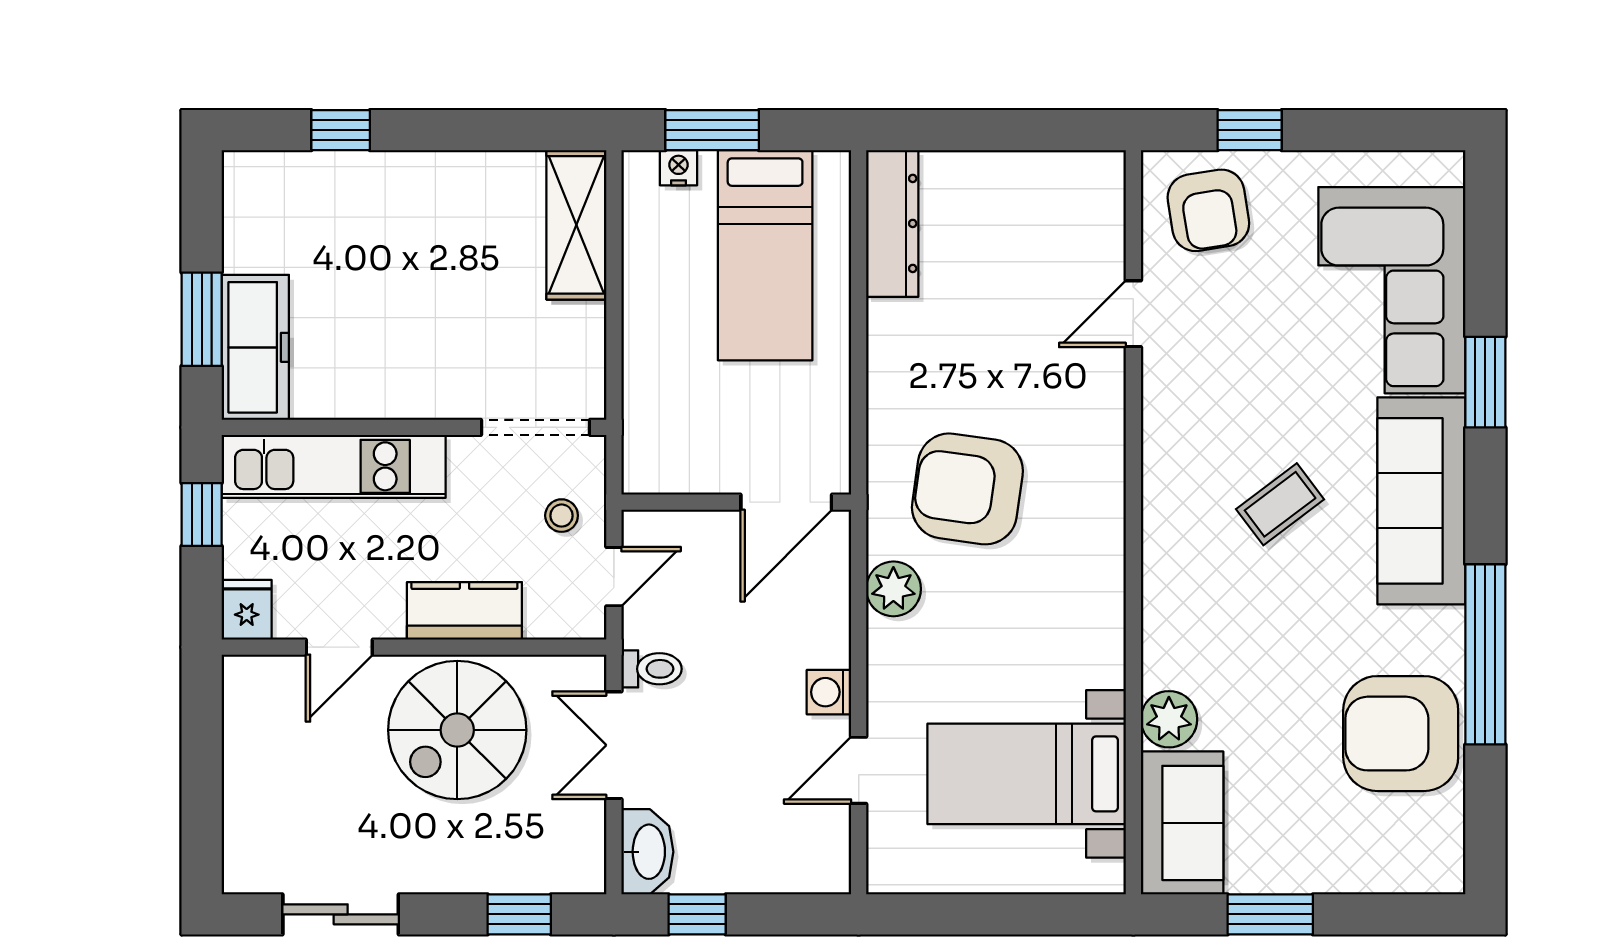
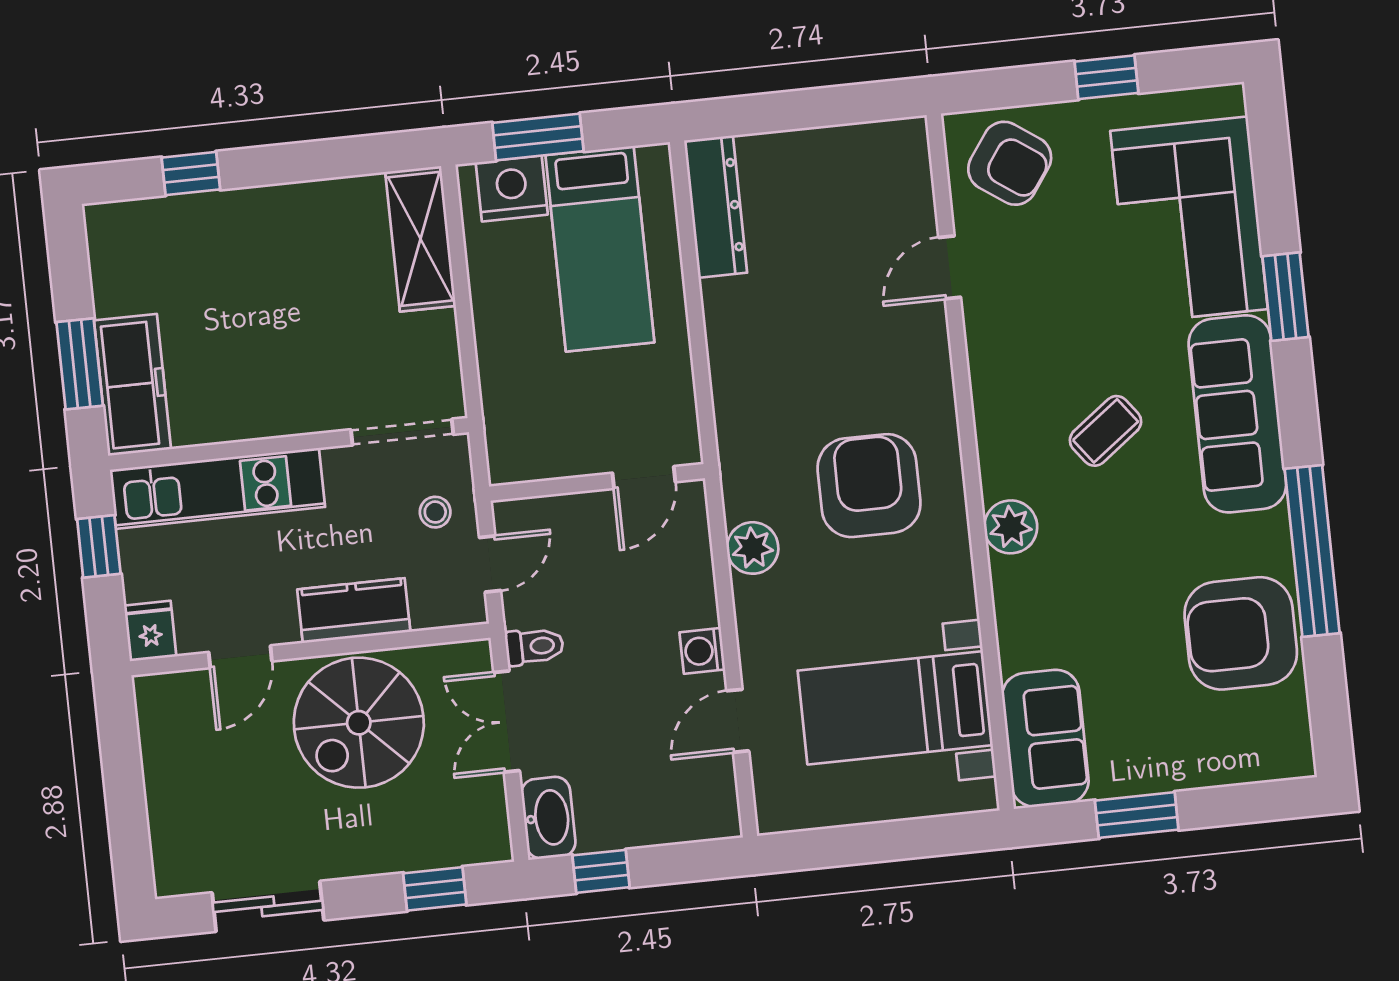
window: (1250, 130) -> (1106, 77), moved
nightstand: (679, 168) -> (512, 189), width x1.89, depth x1.79
armchair: (1208, 210) -> (1010, 163), turned -46
armchair: (967, 489) -> (869, 486), moved, turned 82
door: (786, 502) -> (644, 477), width x0.73
plant: (1169, 719) -> (1011, 527), moved

